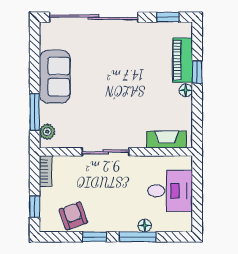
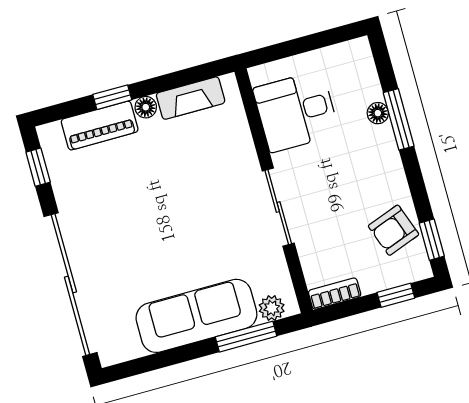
sofa: (55, 77) -> (196, 316), width x1.36
fireplace: (167, 140) -> (191, 98), moved, turned -90
desk: (170, 191) -> (296, 111), moved, turned -90
window: (94, 237) -> (432, 240), moved

